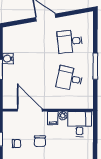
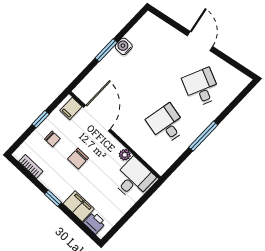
desk: (70, 41) -> (201, 87), turned 30
filing cabinet: (53, 118) -> (71, 108), moved

